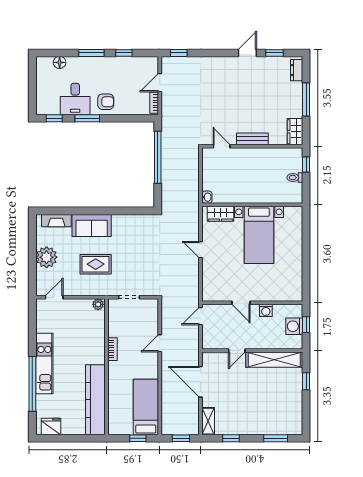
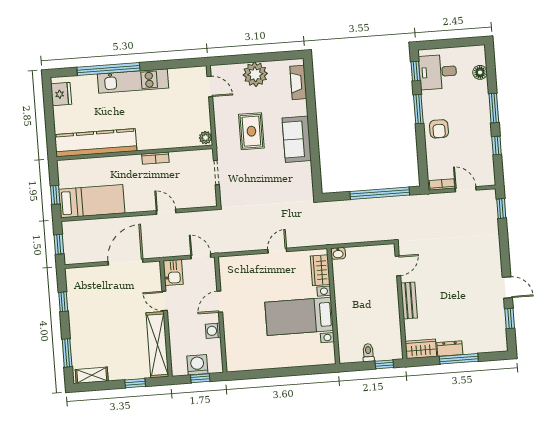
dresser: (297, 70) -> (450, 349), moved
desk: (75, 99) -> (438, 72), moved
sofa: (92, 226) -> (297, 139), moved
kitchen sink: (213, 341) -> (173, 273), added
shelving: (208, 421) -> (92, 375), moved

